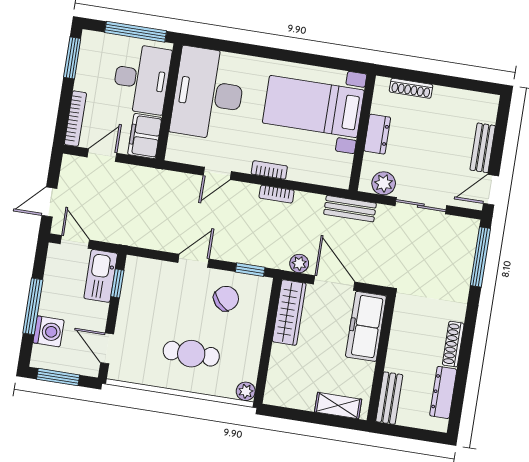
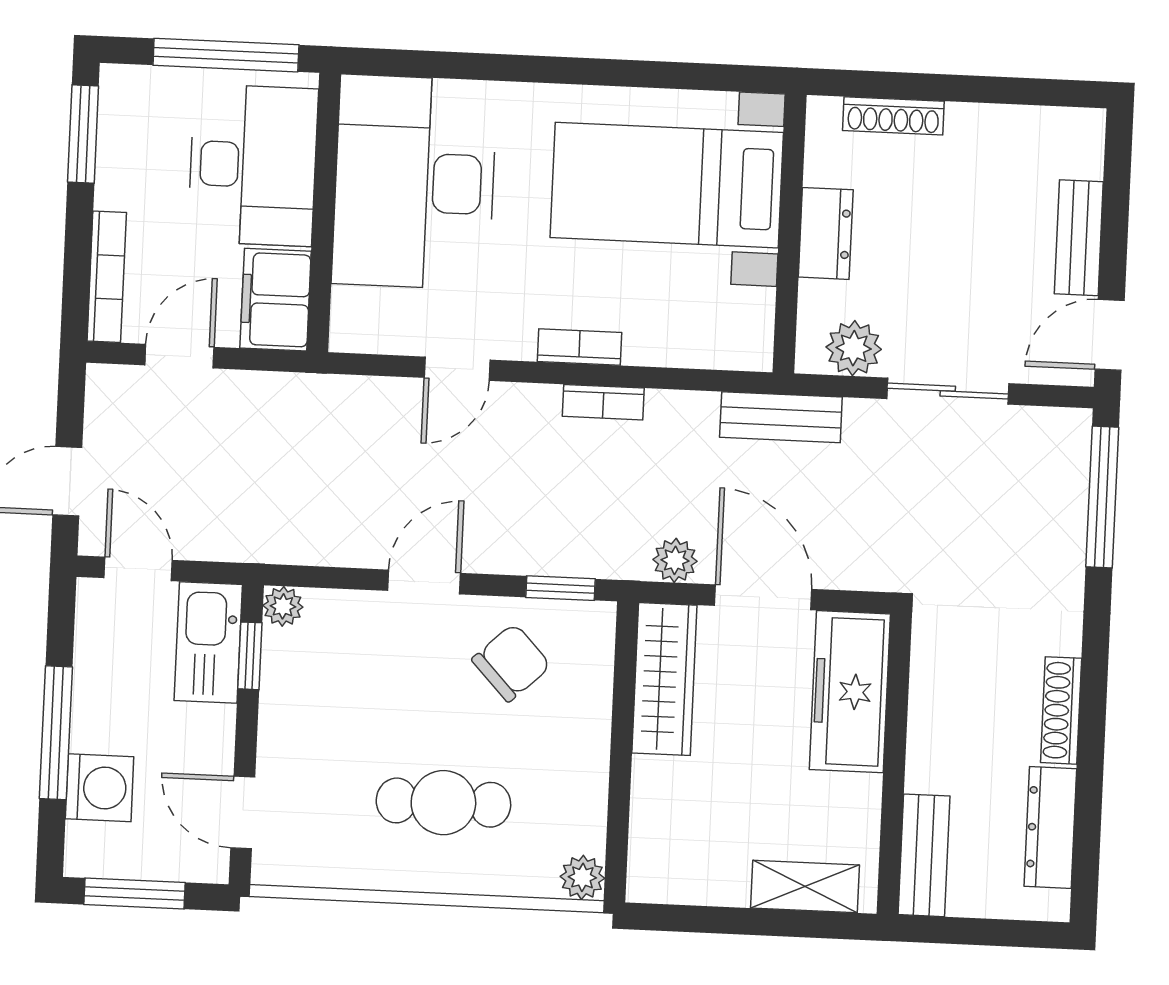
plant: (133, 264) -> (283, 606), added

